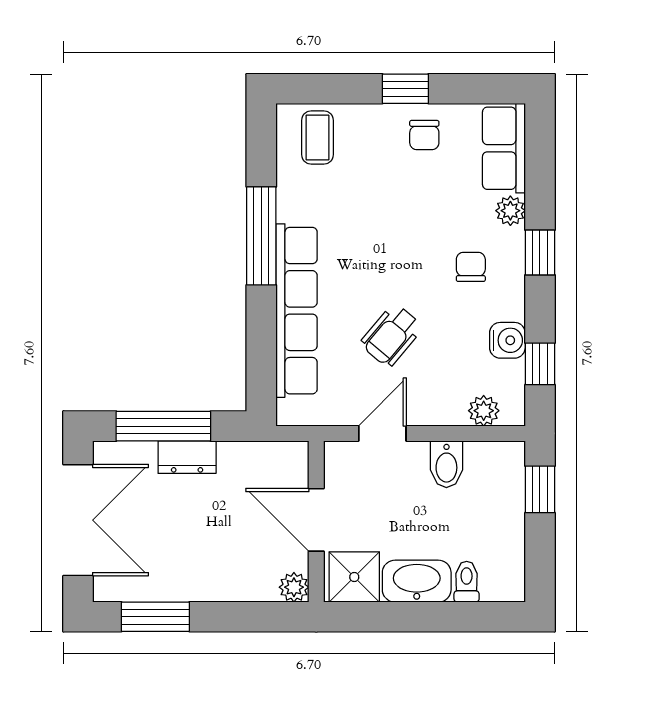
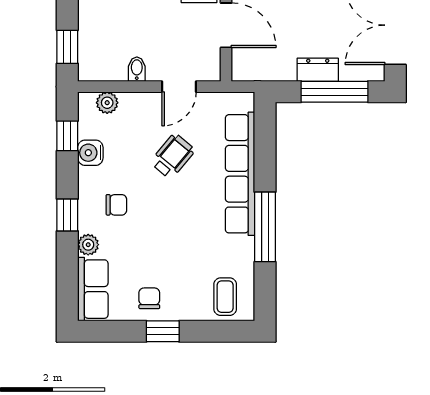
chair: (471, 267) -> (116, 205), turned -90
bidet: (446, 464) -> (137, 69), width x0.72, depth x0.74

